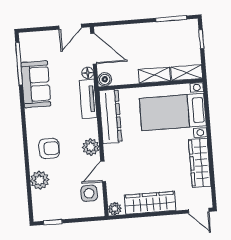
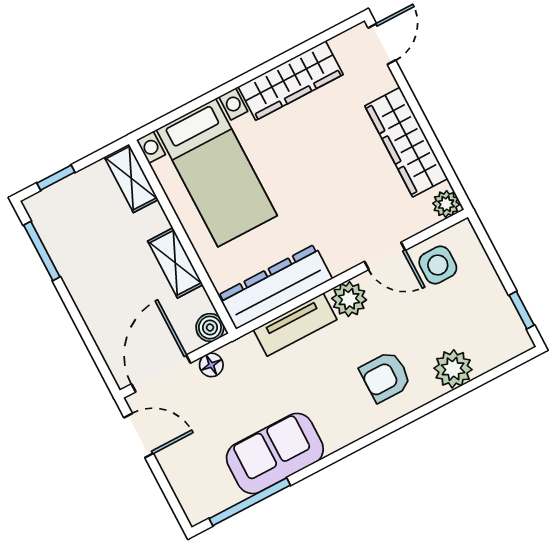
shelving: (154, 75) -> (175, 263), moved
tv unit: (88, 99) -> (295, 325), moved
armchair: (49, 148) -> (385, 377), turned -90

